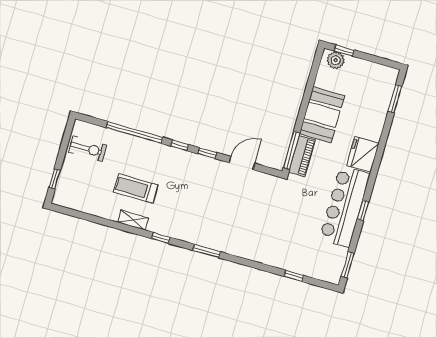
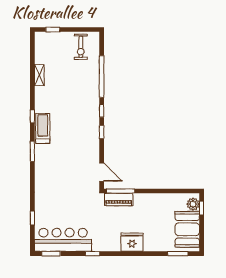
booth: (322, 115) -> (187, 229), moved, turned 90
door: (242, 163) -> (102, 172), moved
treadmill: (136, 189) -> (43, 128), moved
bar counter: (345, 206) -> (63, 240), moved
shelving: (133, 220) -> (39, 75), moved

